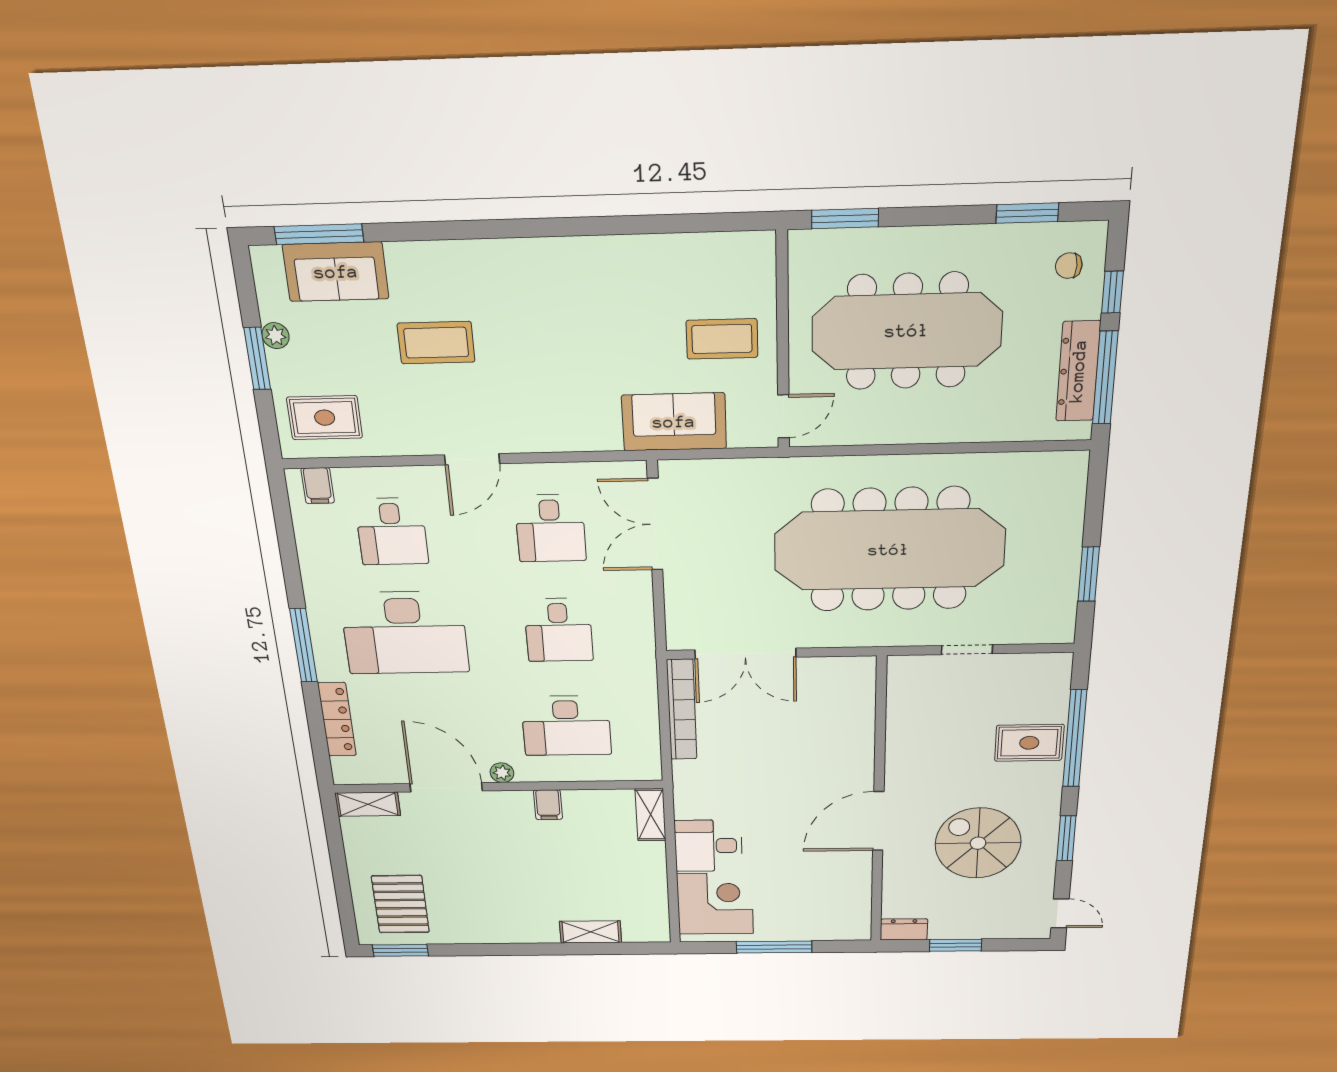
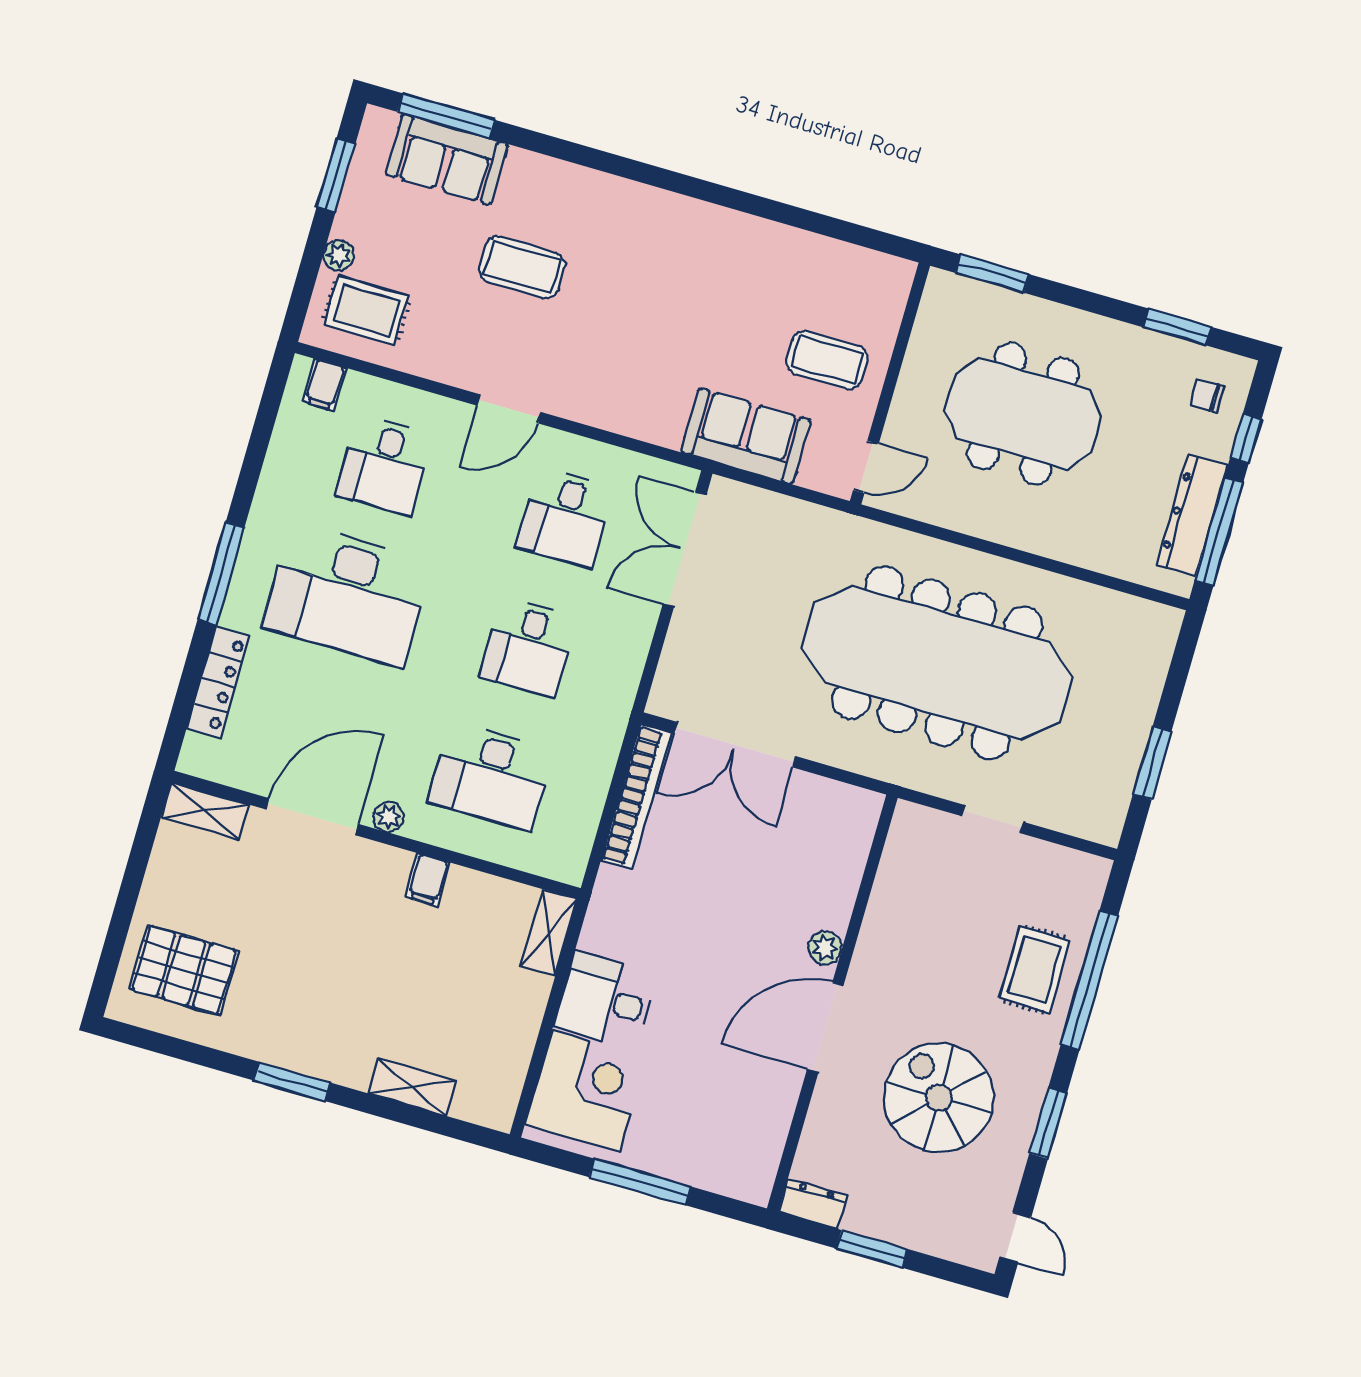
meeting table: (907, 331) -> (1023, 413), width x0.73
plant: (275, 336) -> (339, 255), moved
window: (257, 358) -> (336, 175), moved
rug: (1029, 743) -> (1035, 969), turned 90
plant: (861, 771) -> (825, 948), added
door: (446, 787) -> (312, 817), hinge flipped
pallet: (400, 904) -> (184, 970), turned 90
window: (400, 950) -> (292, 1082), moved

